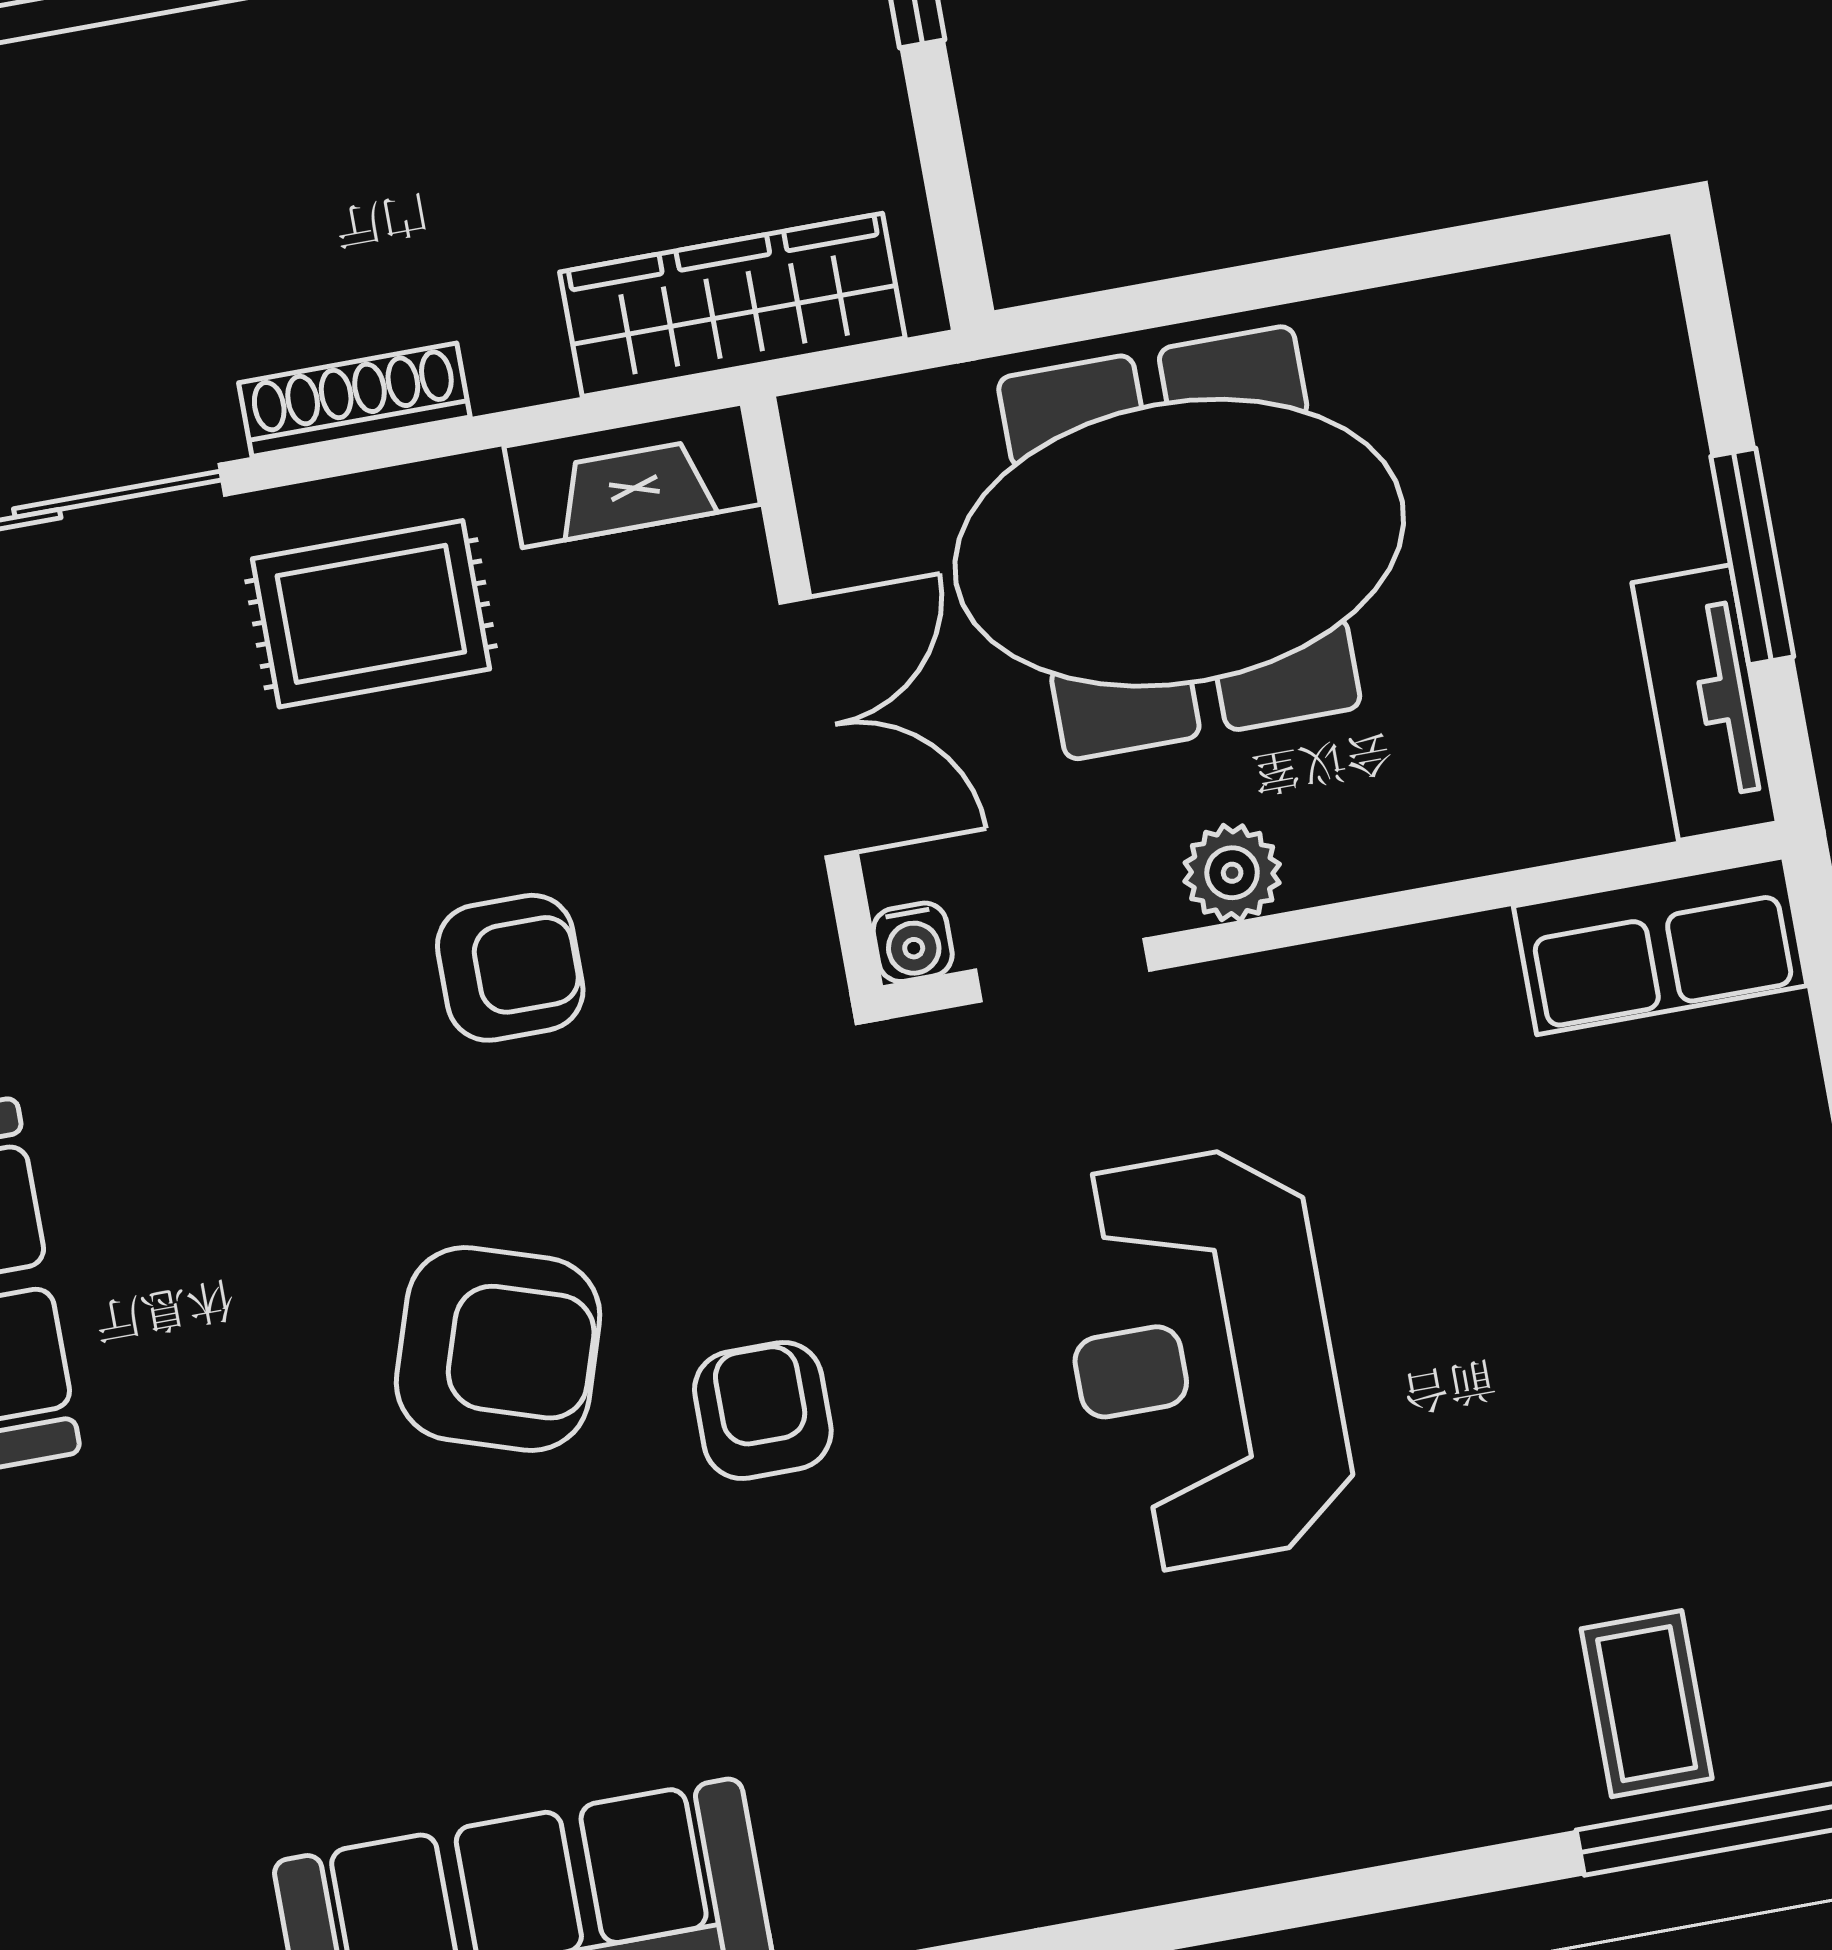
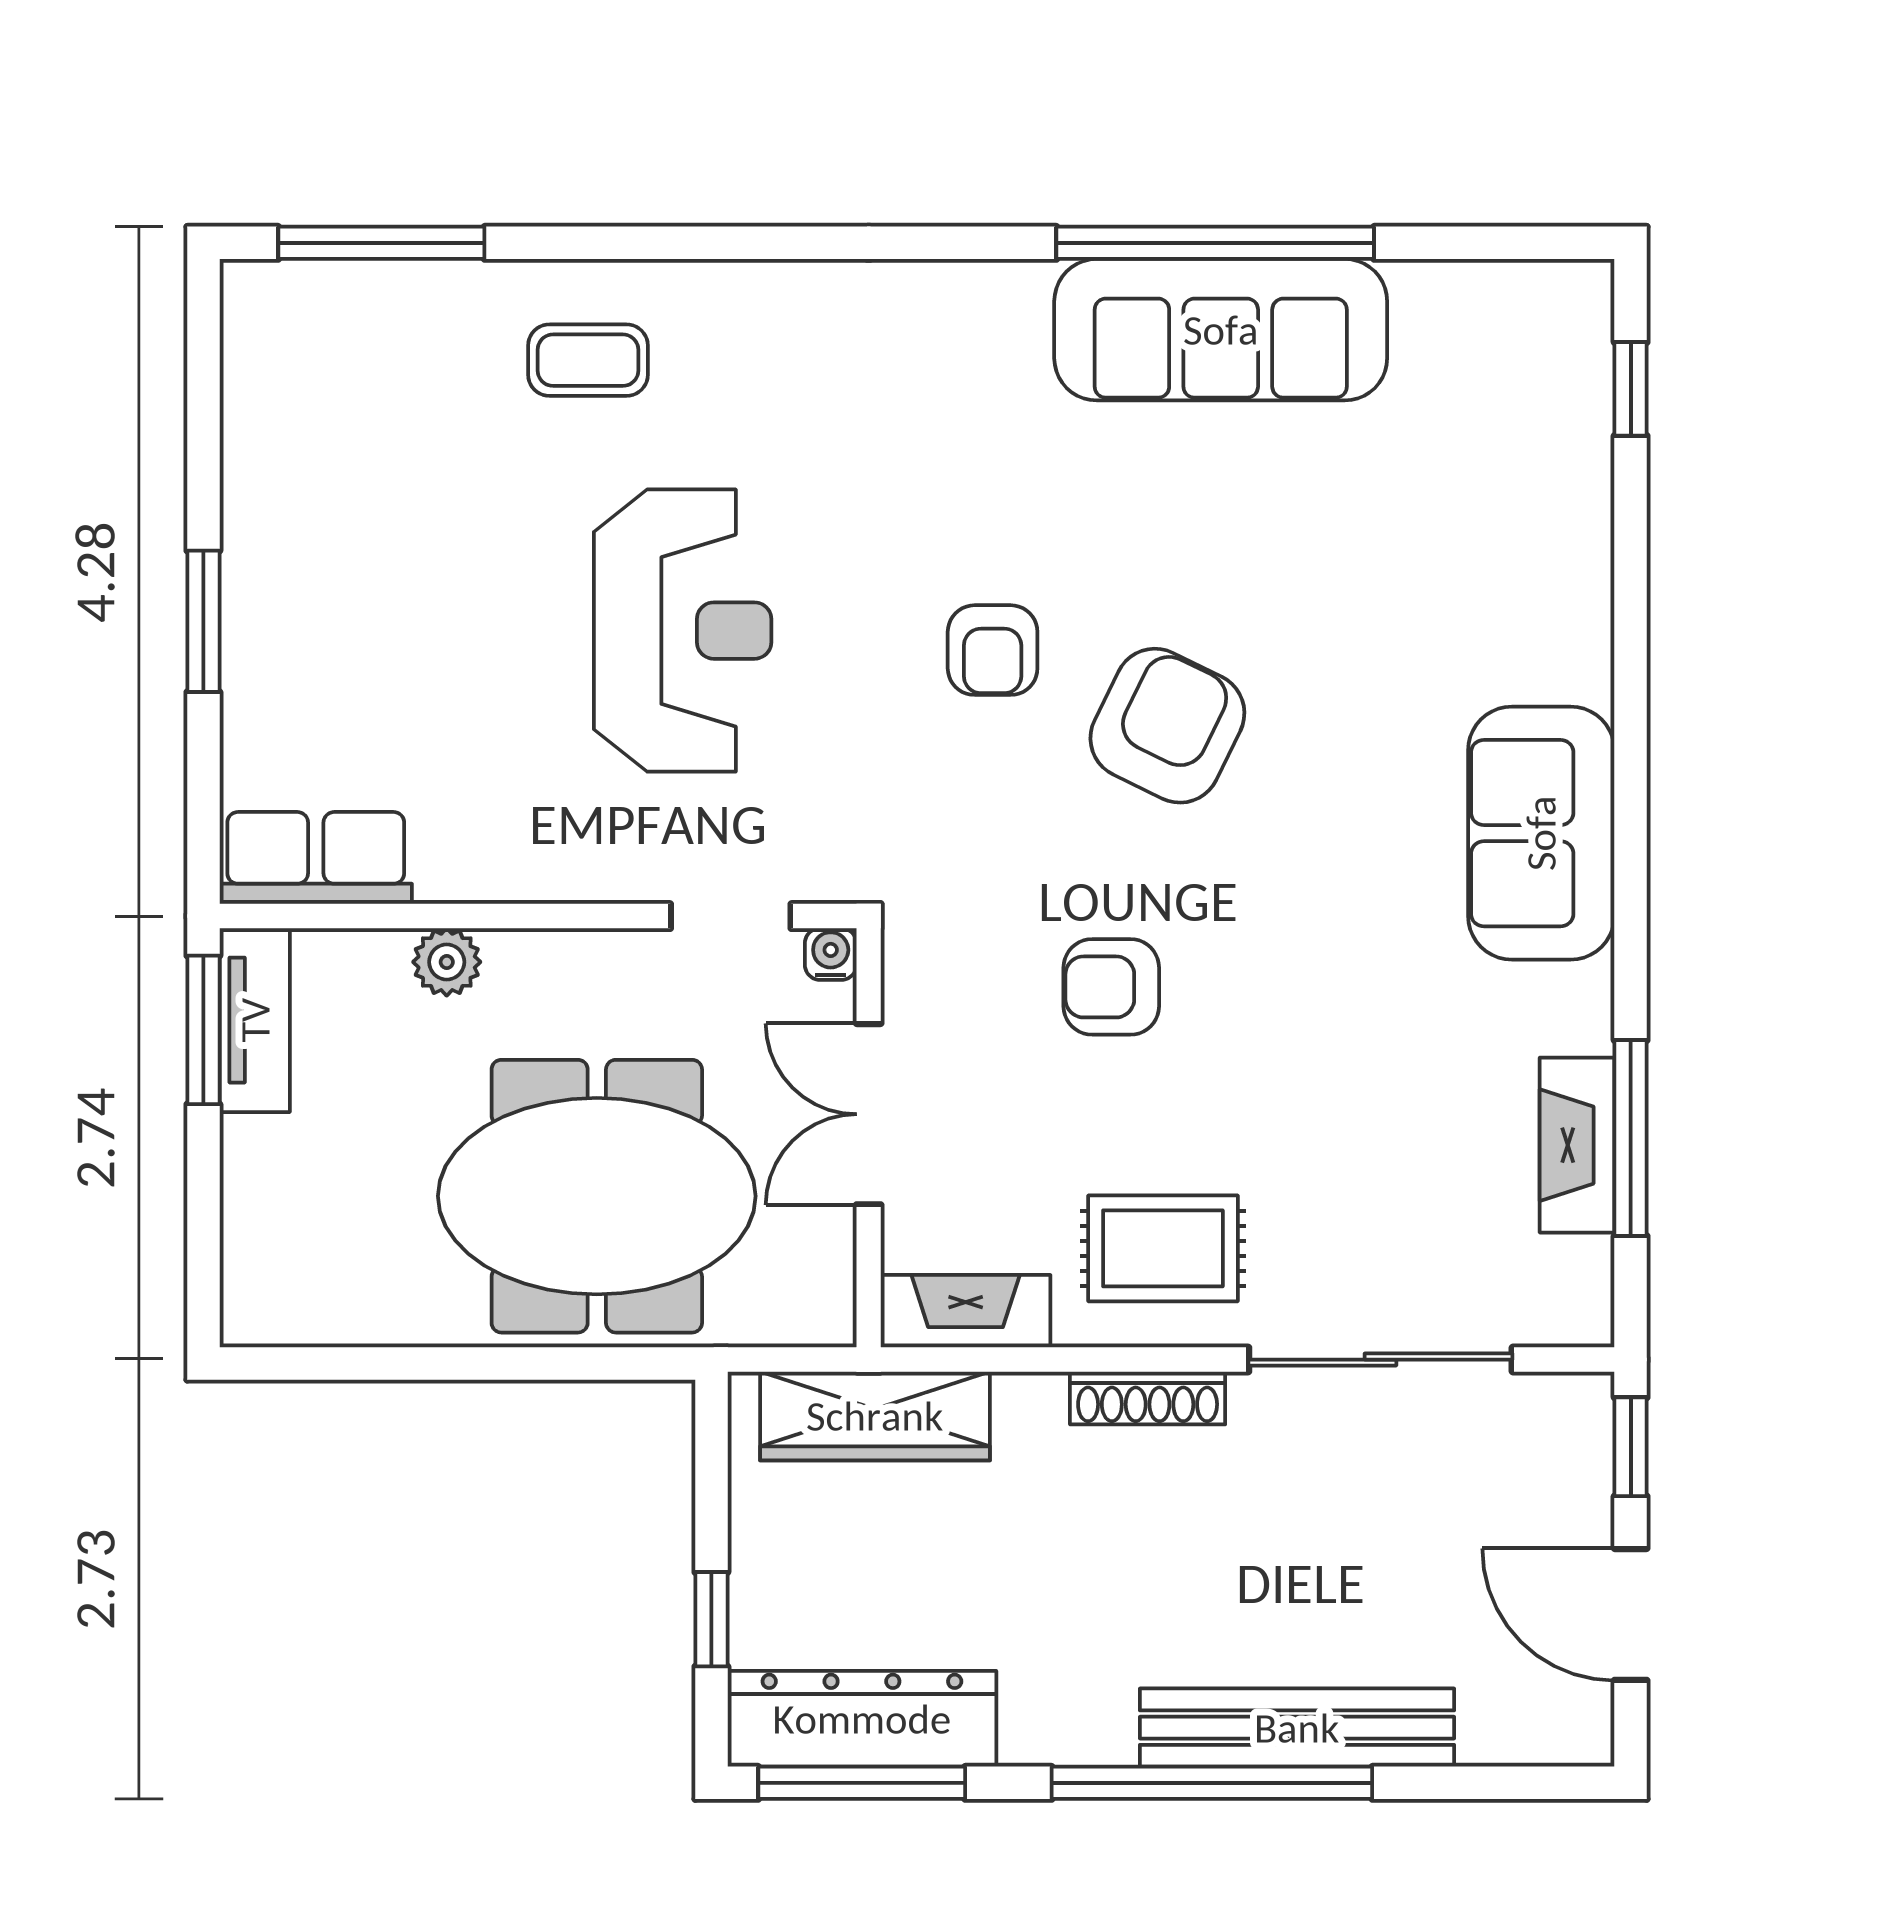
window: (1752, 556) -> (203, 1030), moved
plant: (1232, 873) -> (447, 962), moved
armchair: (498, 1349) -> (1167, 726), turned 98
coffee table: (1647, 1704) -> (588, 360), moved, turned 90

